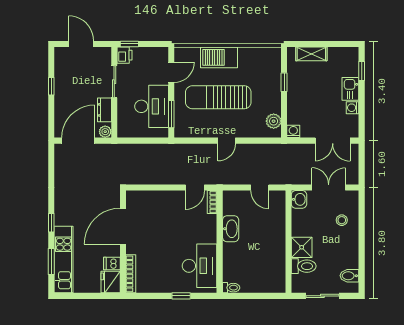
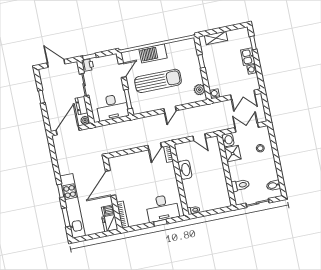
sun lounger: (218, 97) -> (158, 81), turned 180
desk: (152, 106) -> (112, 107), moved, turned 90
shower: (302, 247) -> (233, 154), moved
kitchen unit: (64, 260) -> (73, 206), width x1.36
desk: (200, 266) -> (162, 208), moved, turned 90

